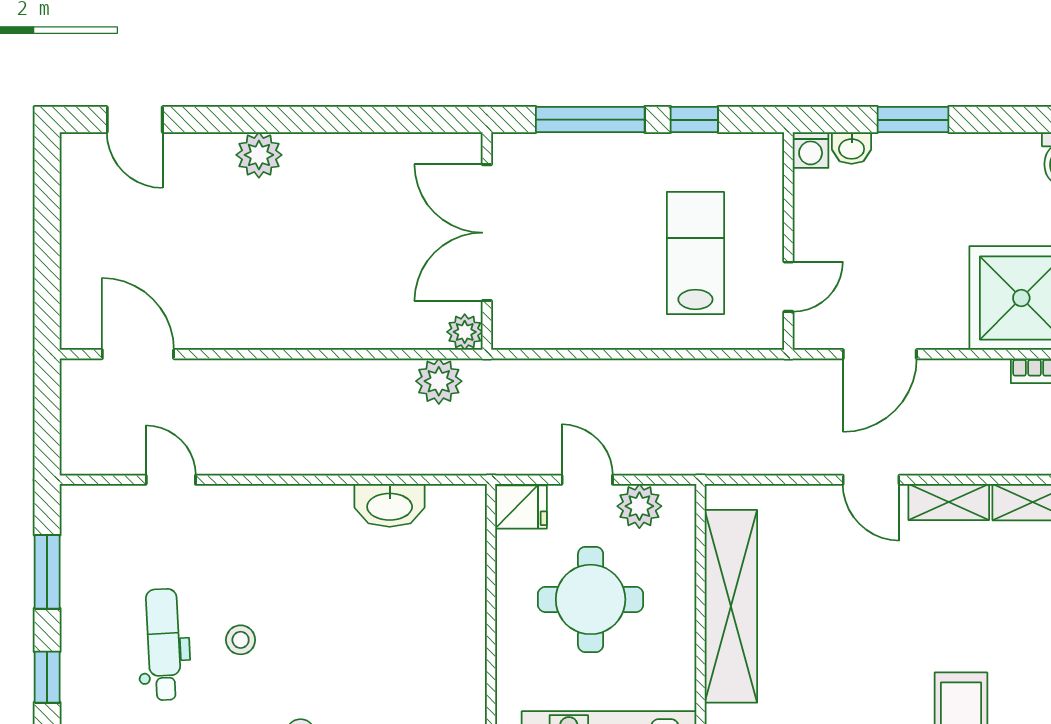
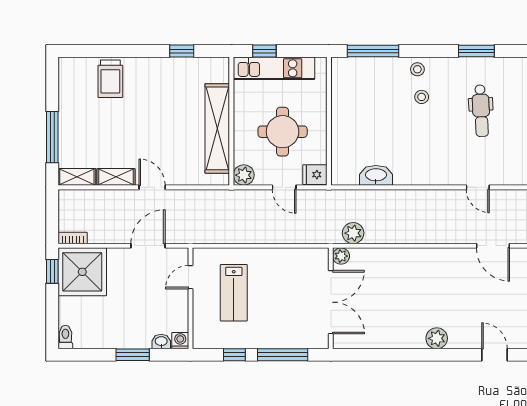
plant: (639, 506) -> (244, 175), moved
stool: (241, 640) -> (422, 97), moved

